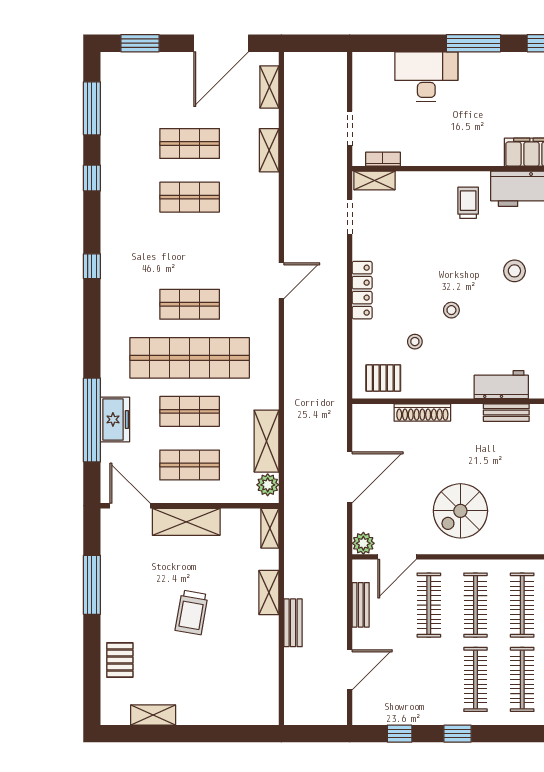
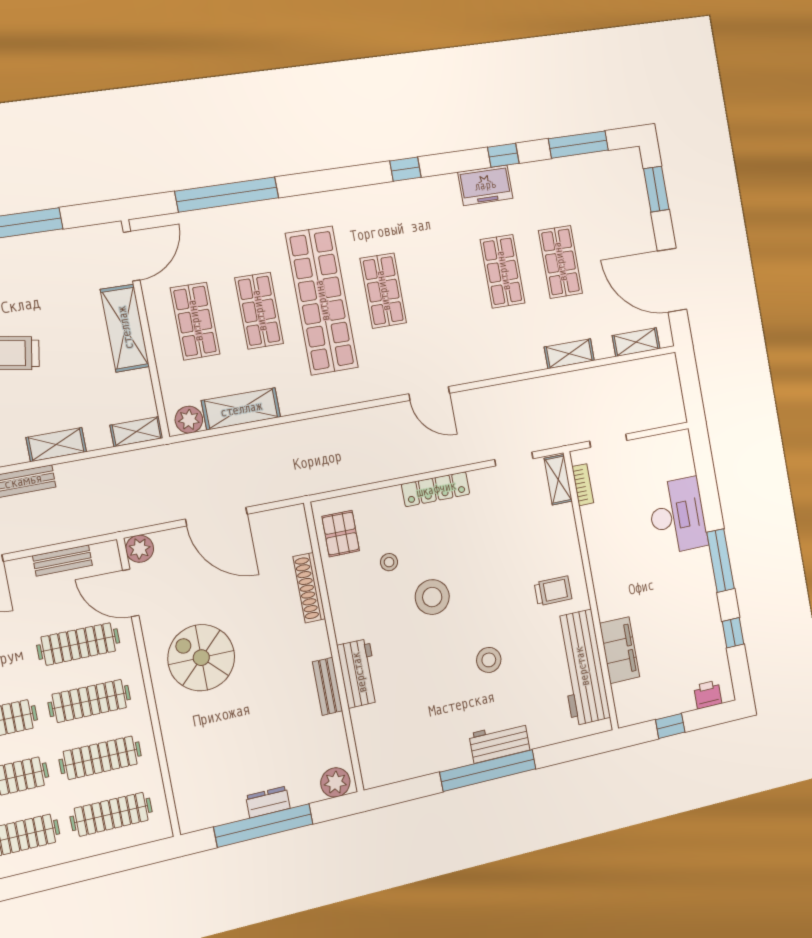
stool: (451, 310) -> (432, 597), width x1.89, depth x1.89
freezer: (115, 419) -> (485, 185), moved

